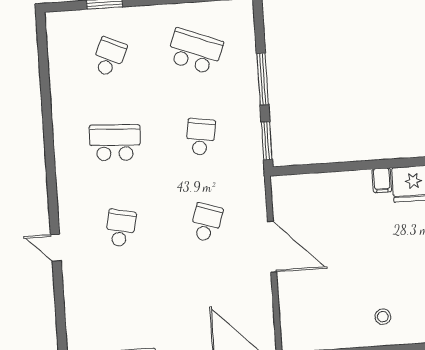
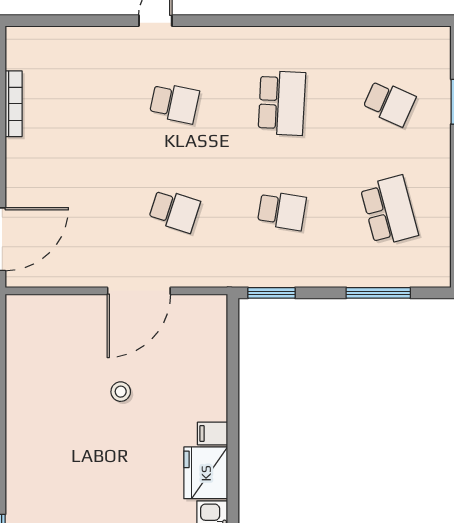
school desk: (195, 51) -> (389, 211), turned -36
window: (263, 79) -> (378, 293), moved
stool: (383, 317) -> (121, 392), moved

